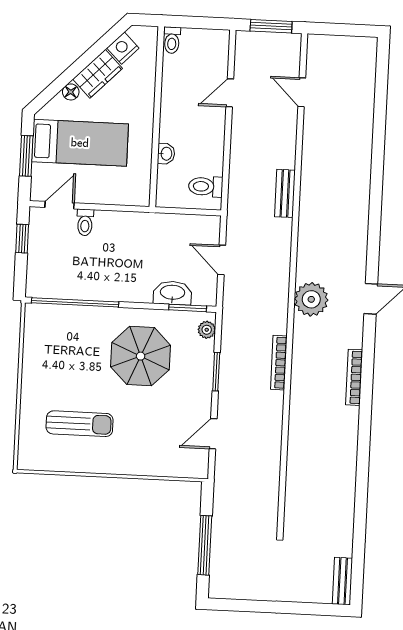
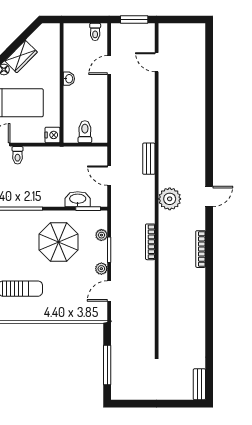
toilet: (172, 40) -> (95, 32), moved
nightstand: (123, 48) -> (52, 135), moved, turned 135
washbasin: (166, 154) -> (69, 79), moved
toilet: (206, 187) -> (85, 132), moved, turned 90
bench: (285, 193) -> (149, 159), moved
plant: (207, 330) -> (101, 235), moved
plant: (203, 400) -> (101, 269), added

